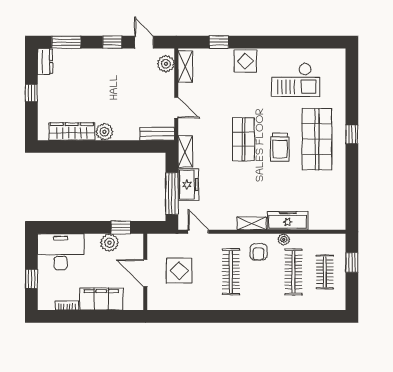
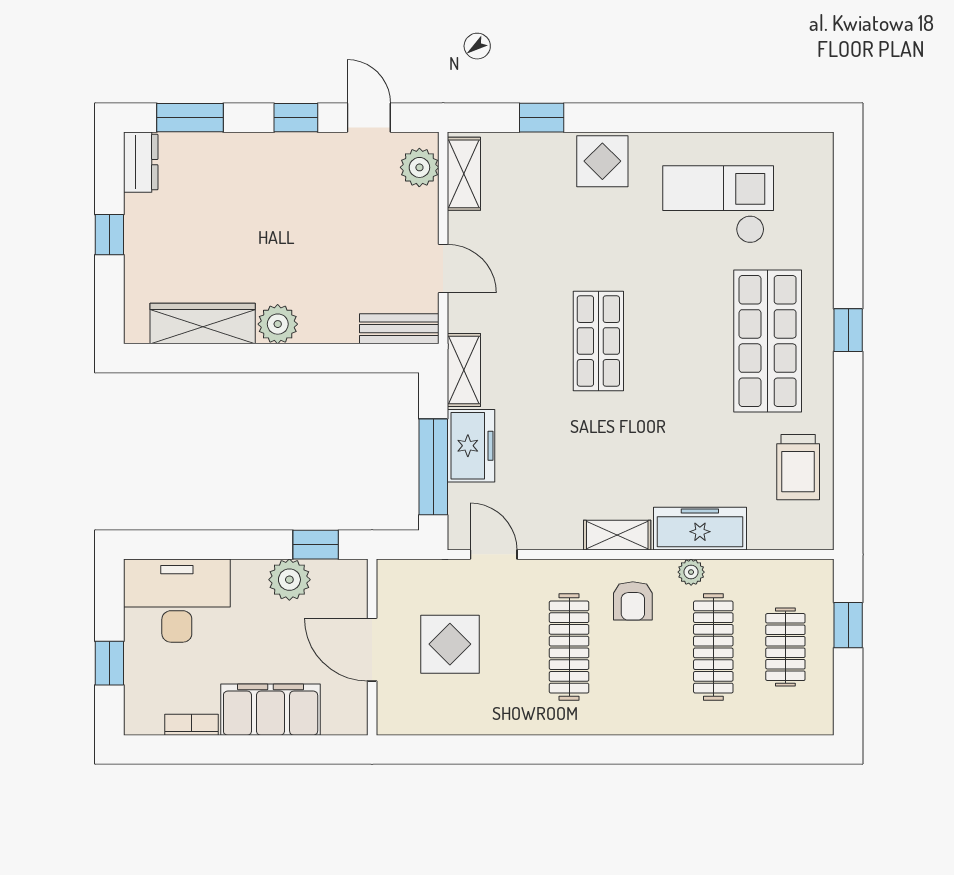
checkout: (296, 80) -> (718, 204), turned 180
trolley: (280, 147) -> (798, 467), moved

